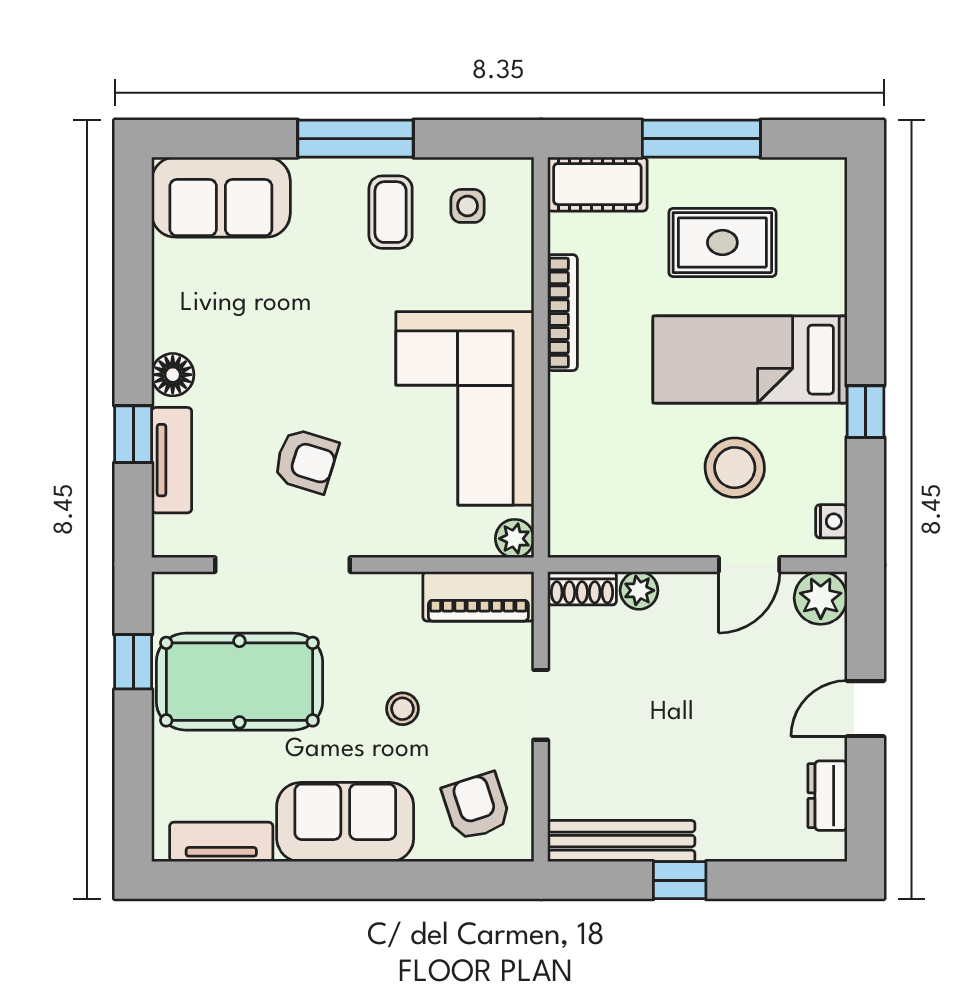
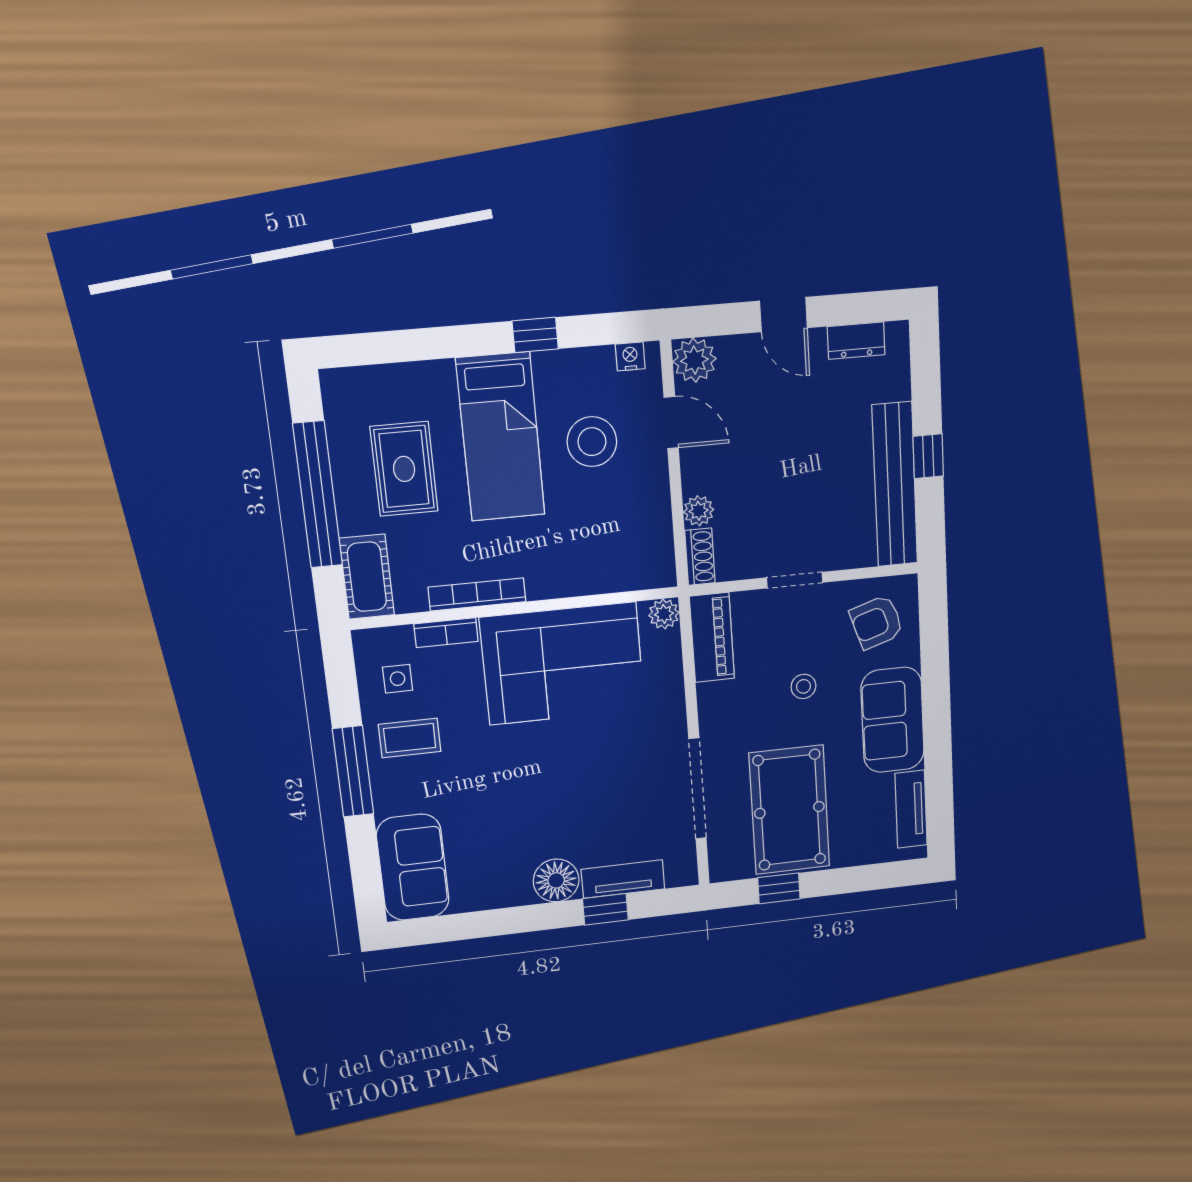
window: (701, 139) -> (318, 495), width x1.46
bookcase: (519, 270) -> (446, 633), added
floor lamp: (173, 375) -> (556, 880), width x1.38, depth x1.38
armchair: (306, 461) -> (615, 780), removed
bench: (621, 841) -> (895, 485), width x1.37, depth x1.21

